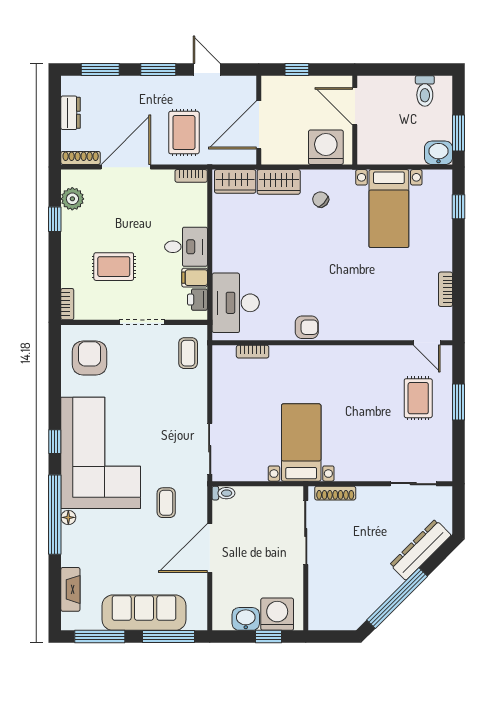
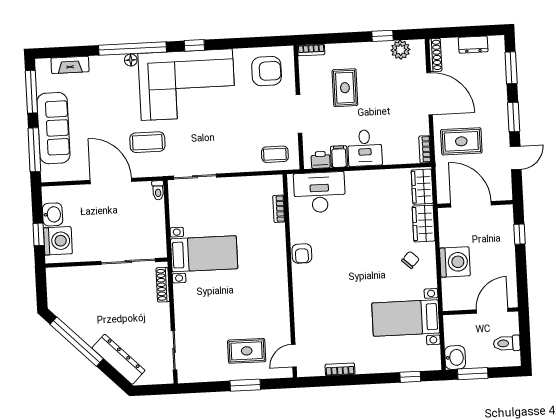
door: (355, 106) -> (492, 311), moved
wall: (355, 120) -> (480, 311), moved
coffee table: (166, 503) -> (147, 142), width x1.36, depth x1.30

